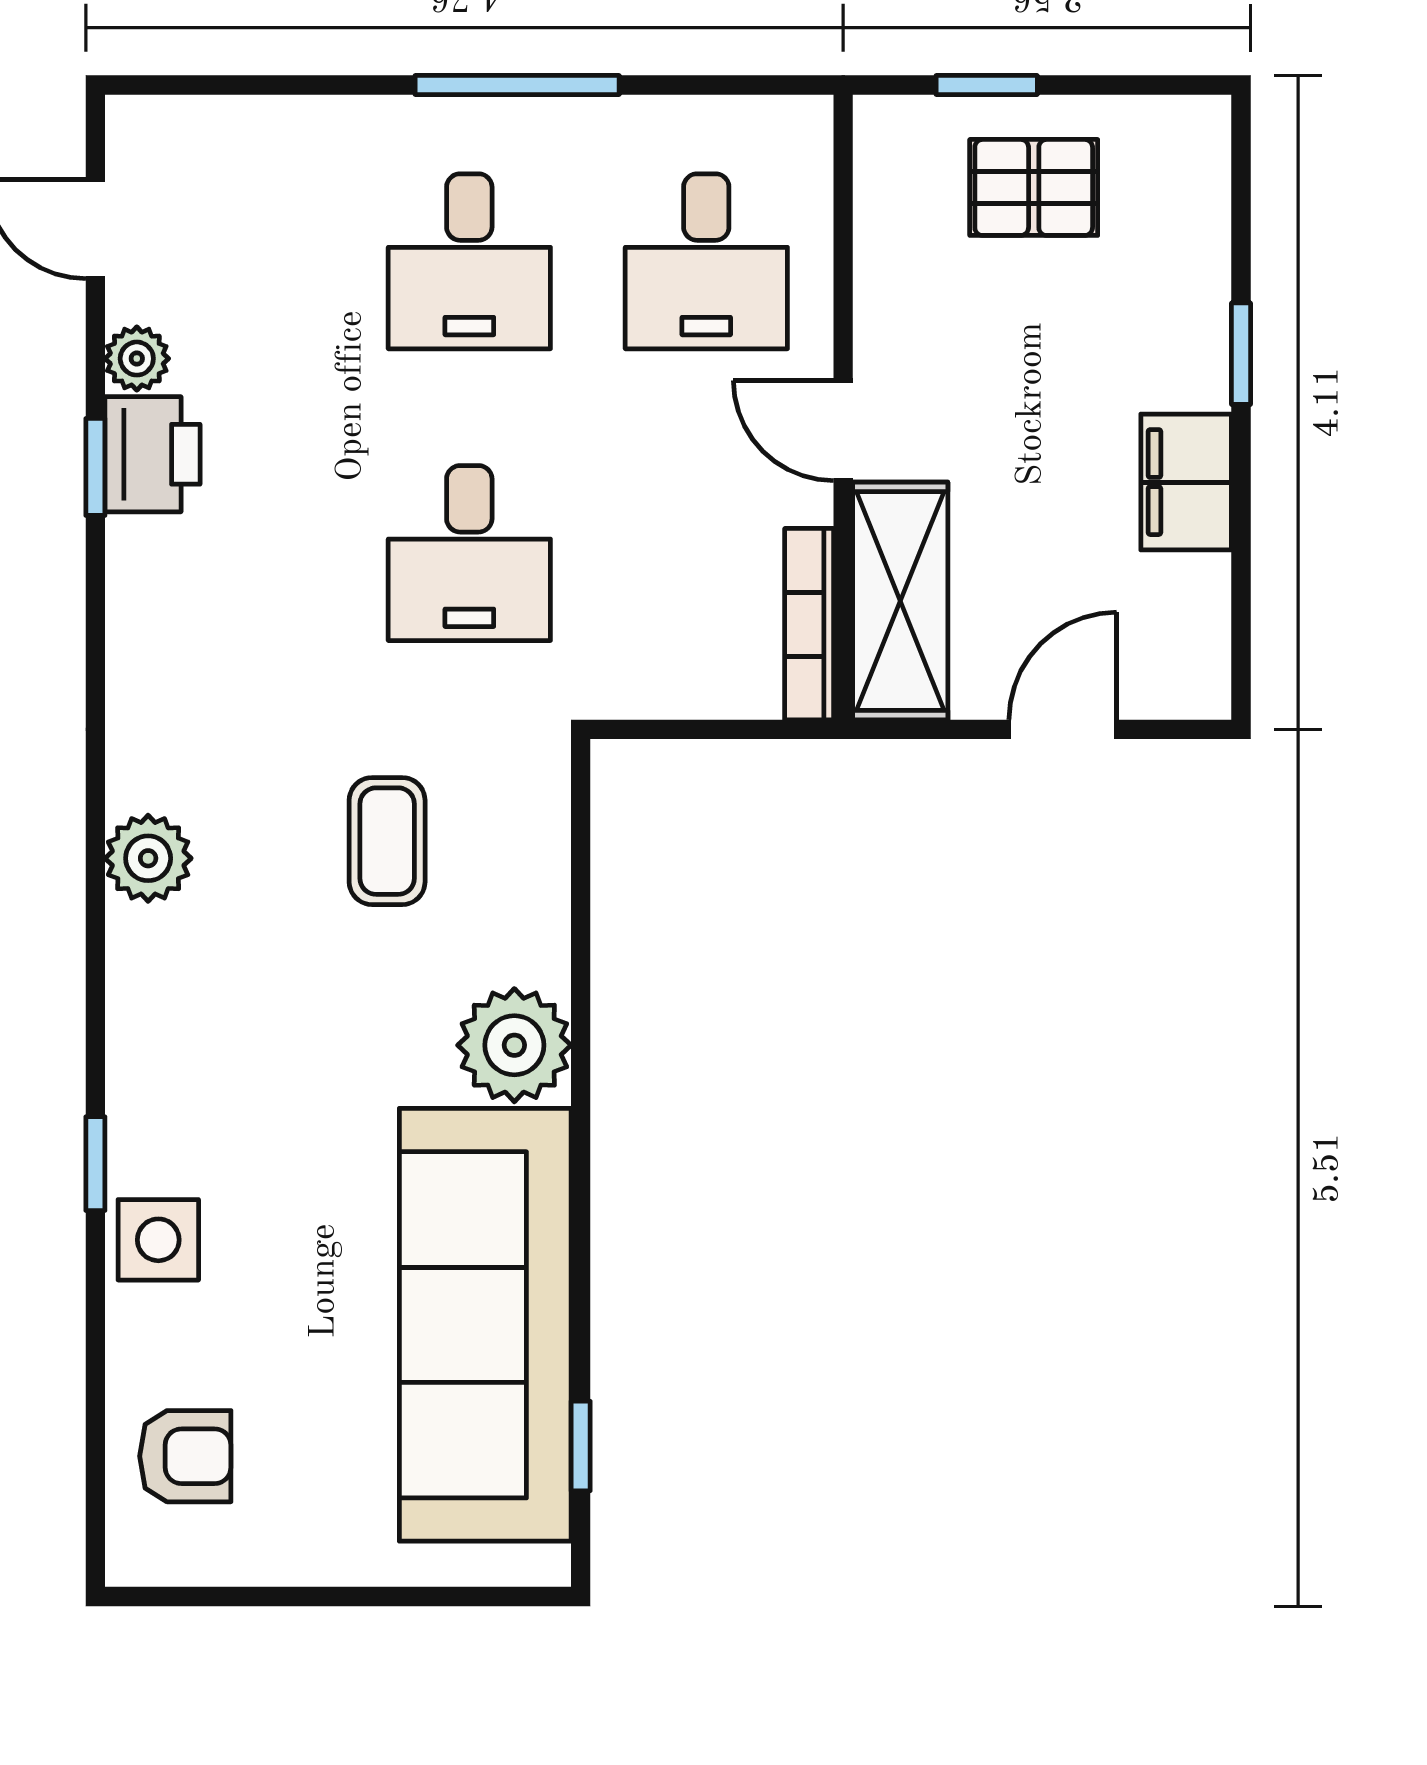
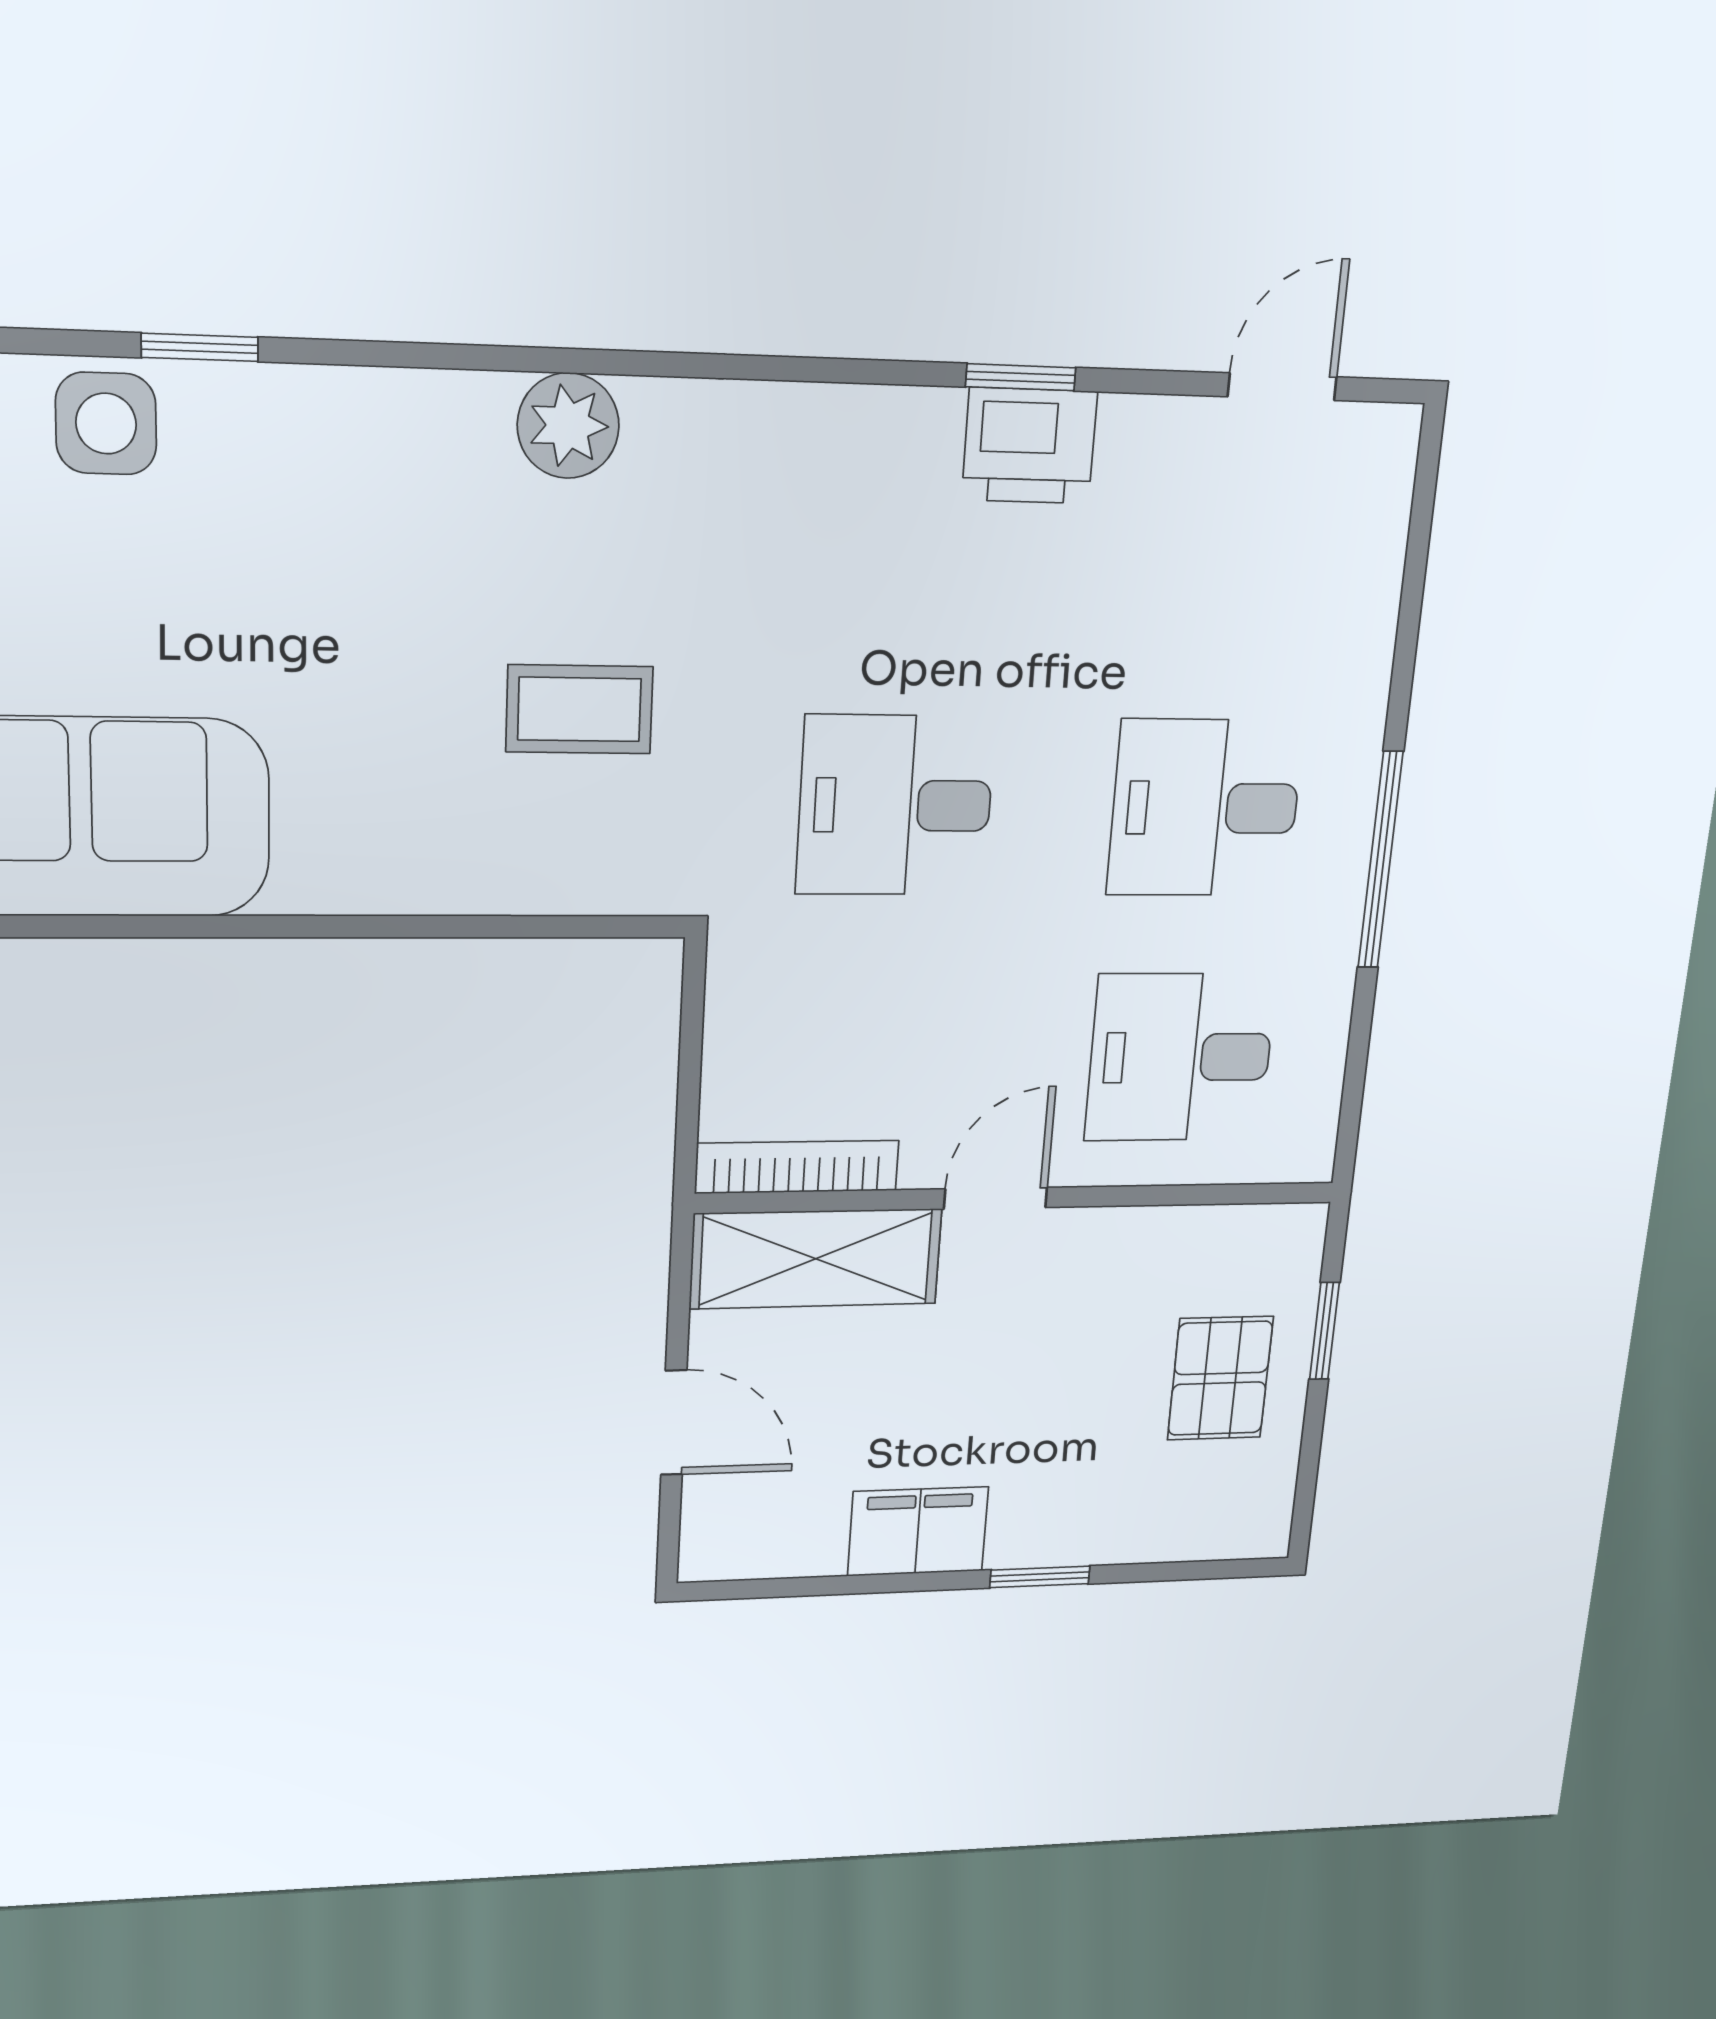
plant: (137, 359) -> (1137, 431), removed
plant: (514, 1045) -> (342, 852), removed

